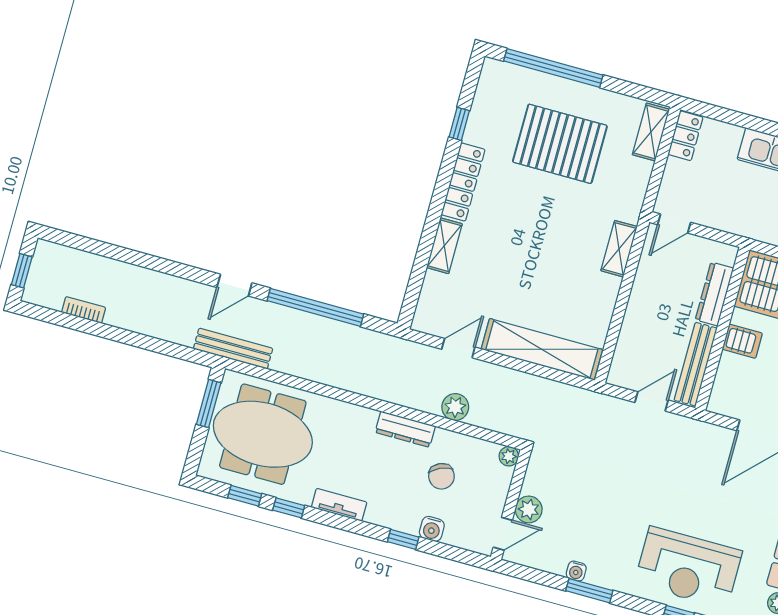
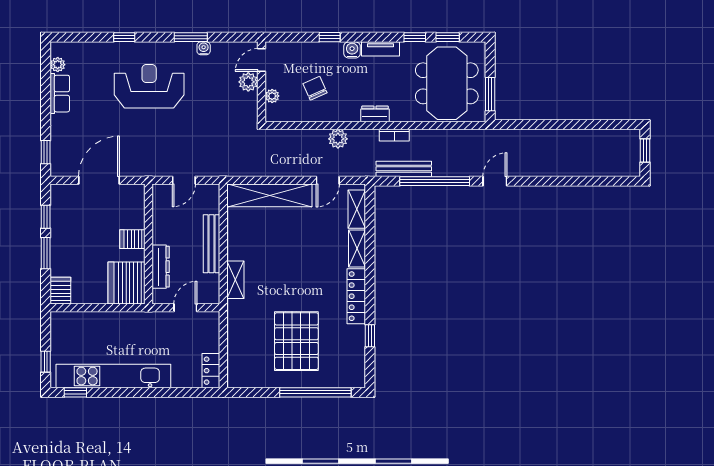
shelving: (651, 132) -> (357, 209), moved
pallet: (560, 144) -> (296, 341), turned 90
door: (674, 224) -> (185, 308), moved
bookcase: (84, 310) -> (394, 135), moved
bench: (233, 349) -> (404, 169), moved
bench: (696, 364) -> (211, 244), moved
plant: (455, 407) -> (338, 139), moved
dresser: (405, 429) -> (375, 114), moved, width x0.70
meeting table: (263, 434) -> (447, 83), turned 90
plant: (509, 456) -> (272, 96), moved
water cooler: (432, 529) -> (352, 50), moved
reception desk: (688, 567) -> (149, 86), moved

